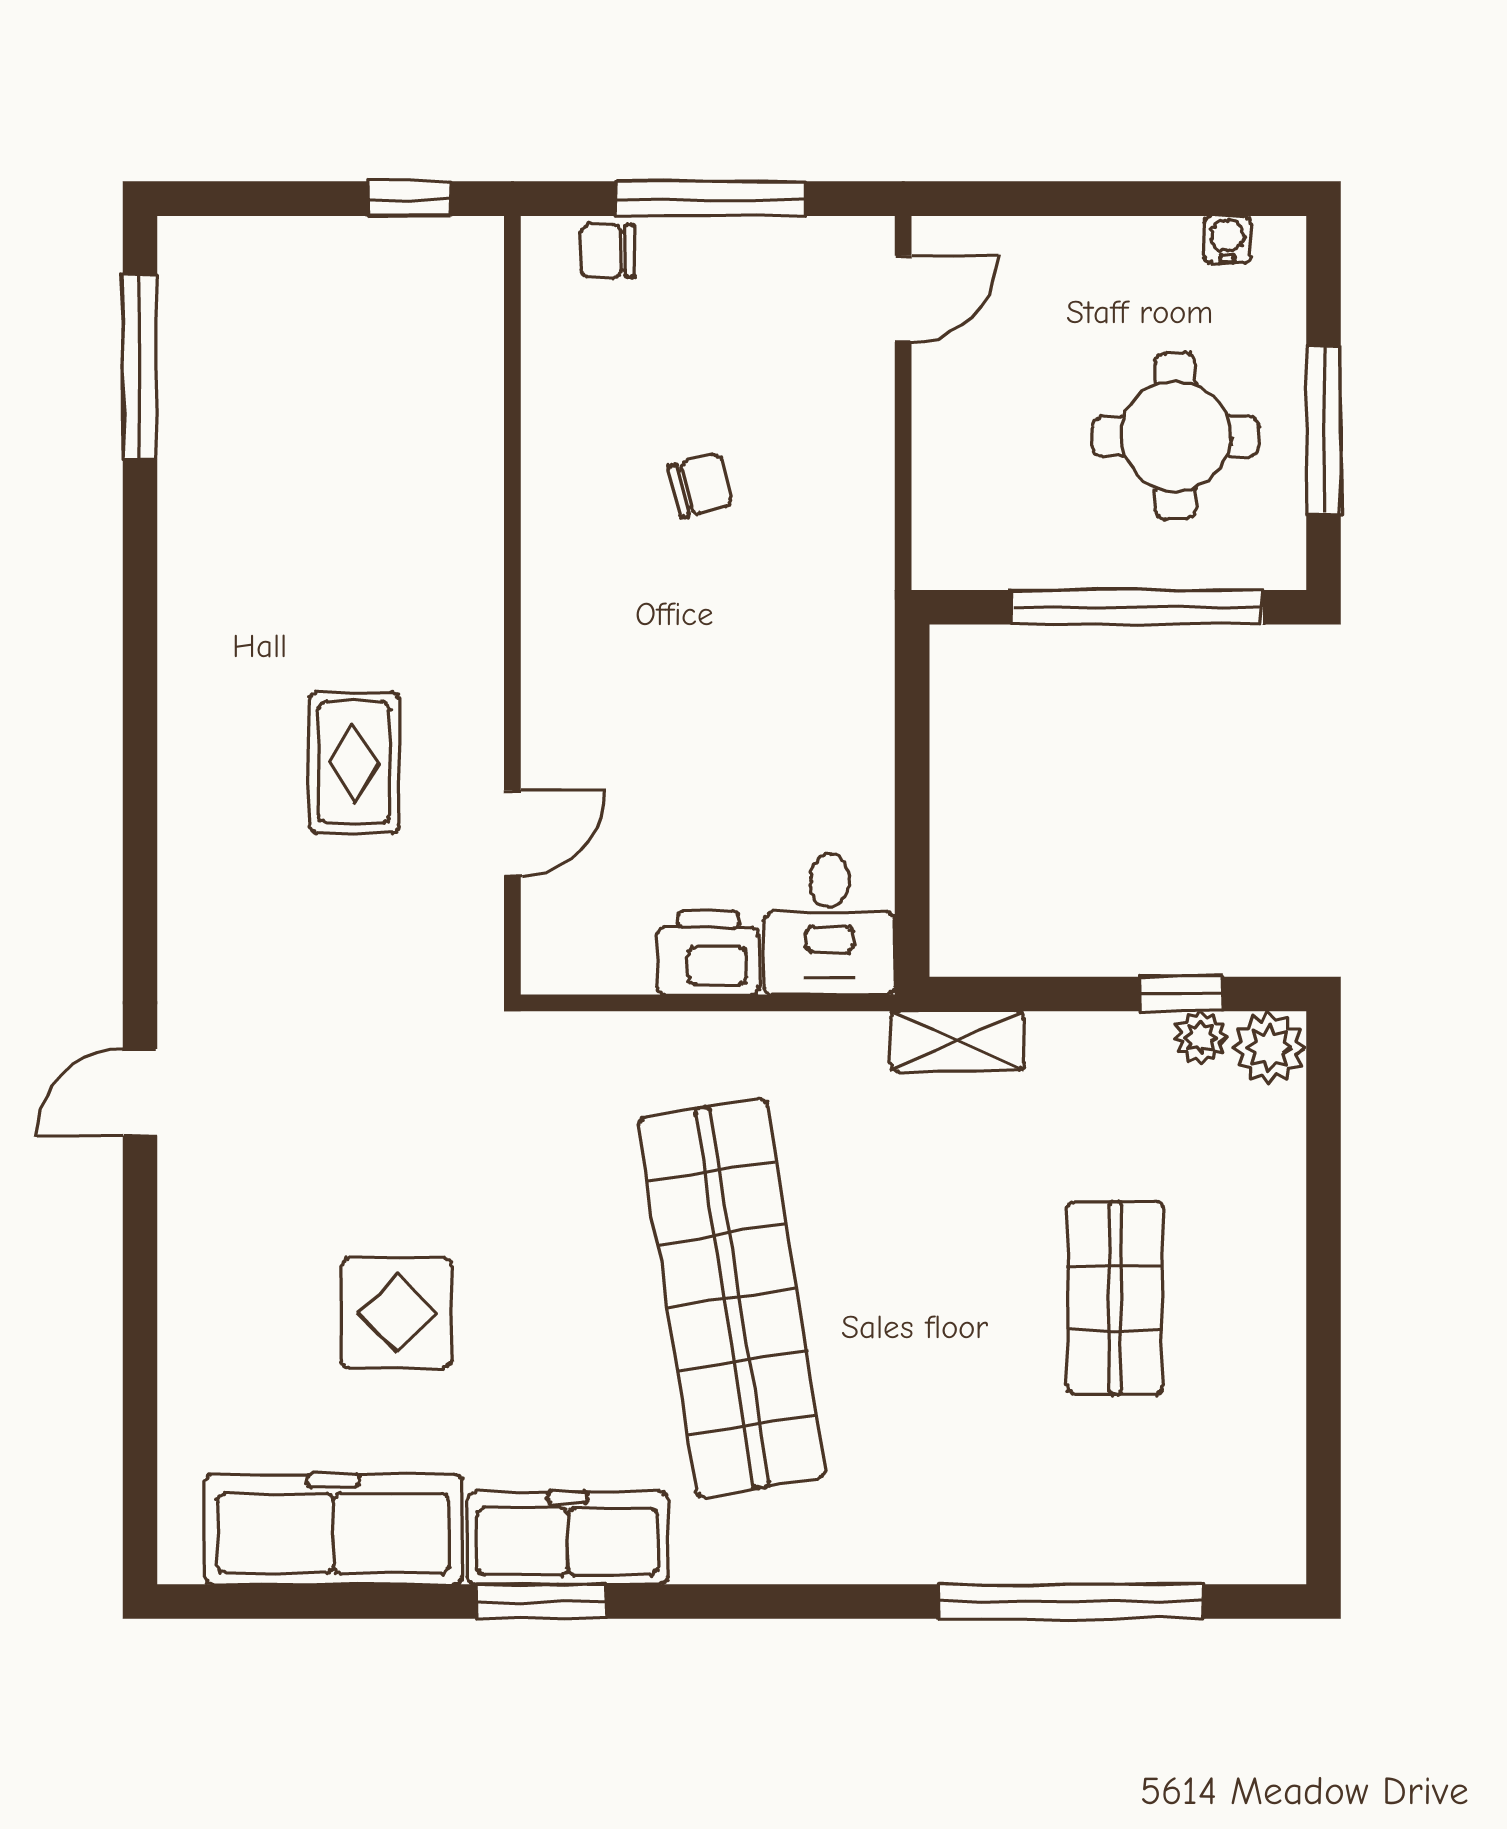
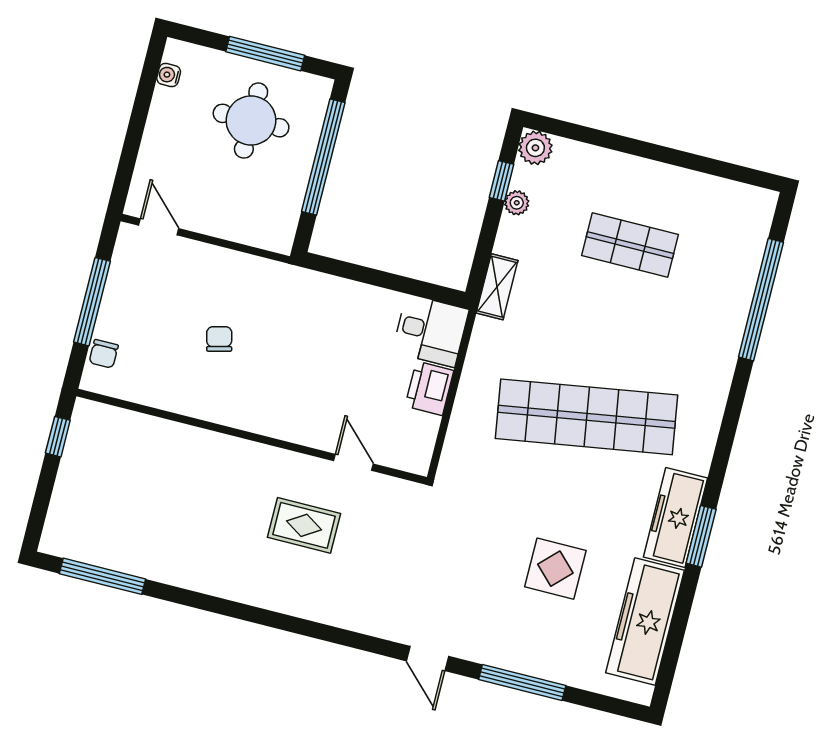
plant: (1201, 1038) -> (517, 203), moved
window: (140, 1304) -> (522, 682), added

